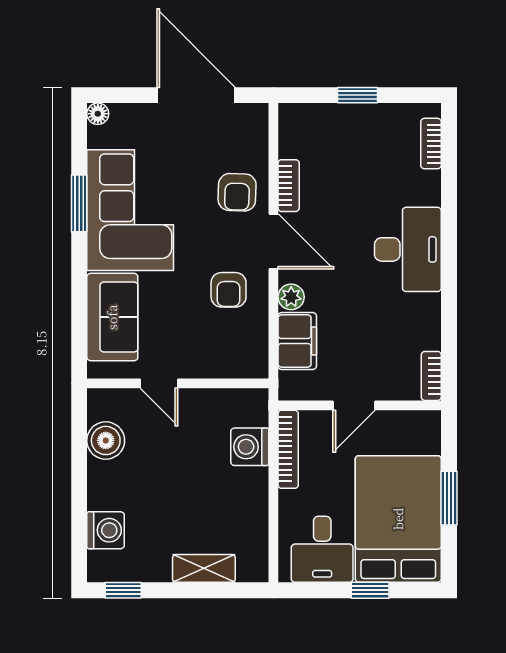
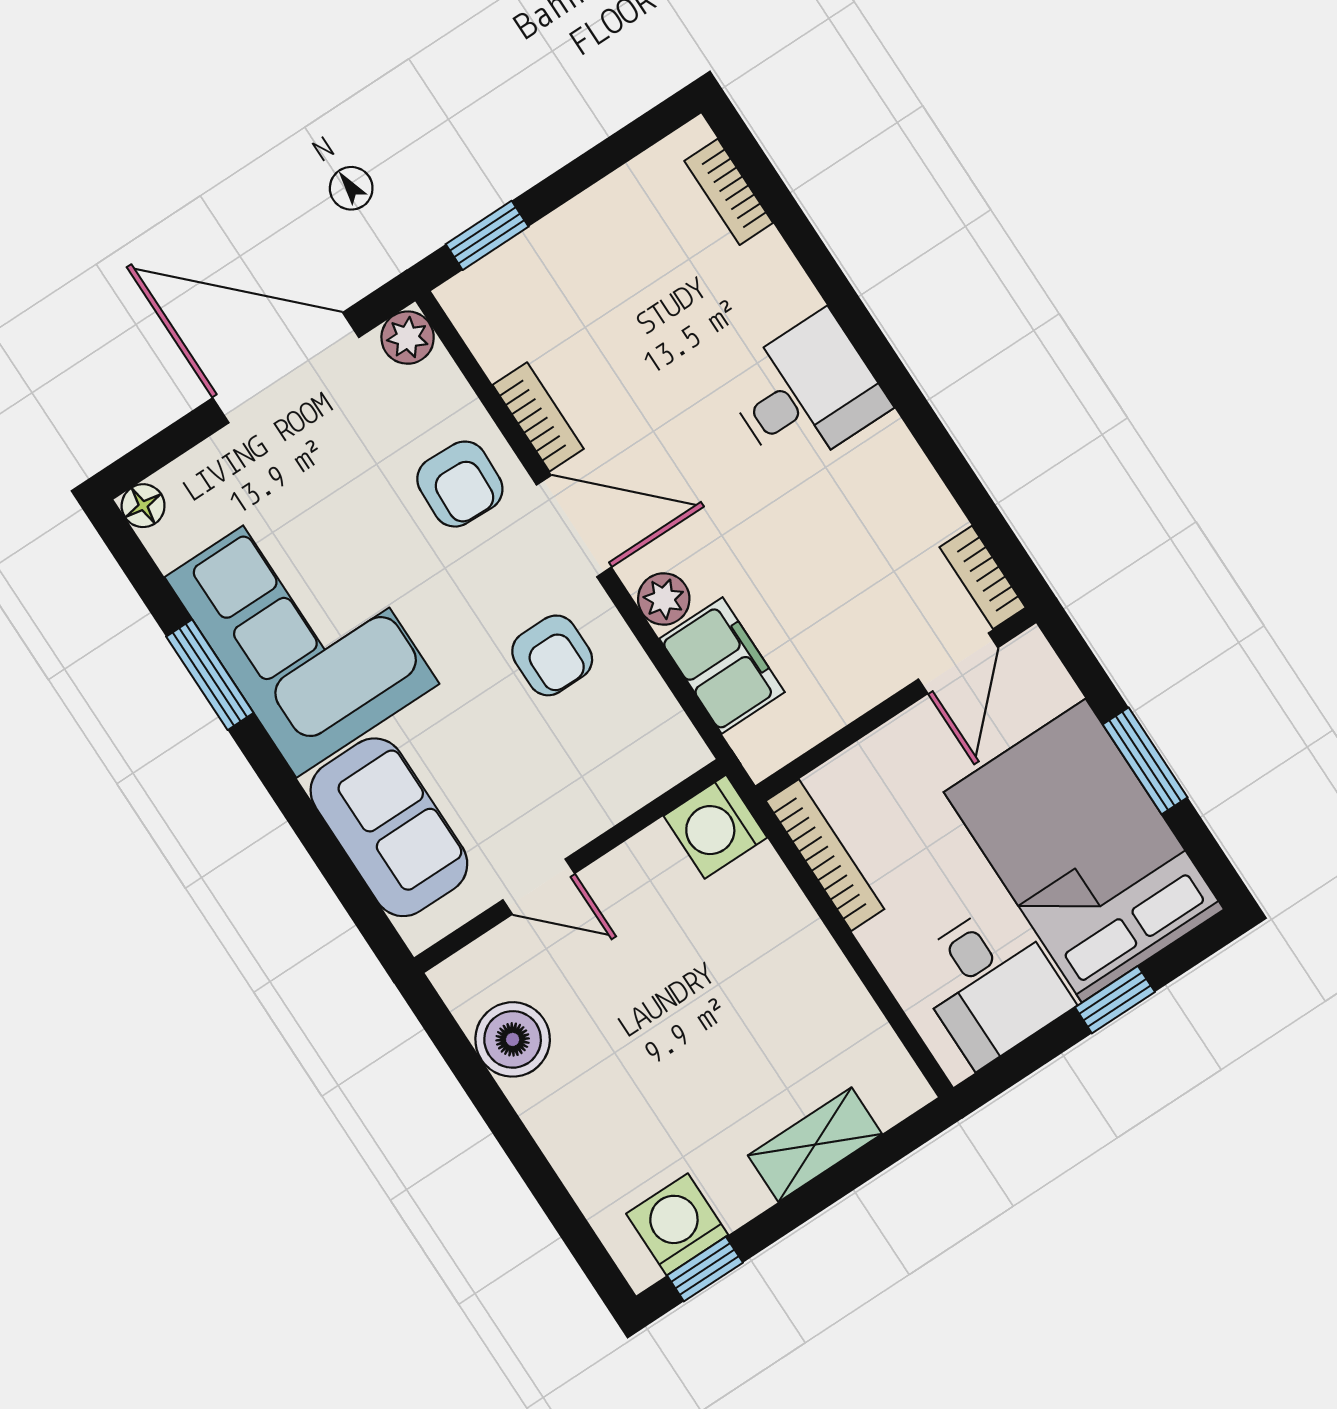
window: (357, 95) -> (487, 235), moved
plant: (256, 116) -> (408, 338), added
desk: (408, 249) -> (806, 393), width x0.73
door: (354, 405) -> (958, 663), moved
washing machine: (250, 447) -> (715, 827), moved
washing machine: (106, 530) -> (677, 1224), moved, turned -90

